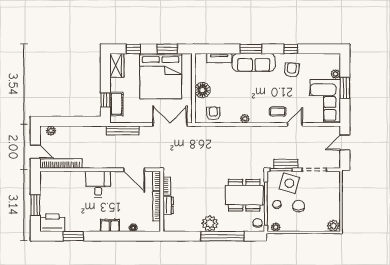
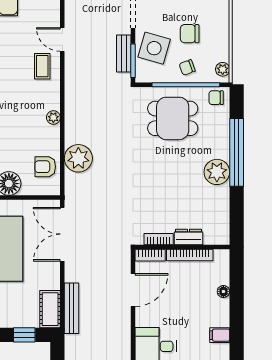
cot: (116, 104) -> (50, 309), moved, turned 90
plant: (219, 135) -> (78, 158), added
dining table: (244, 195) -> (173, 118), width x0.73
filing cabinet: (110, 225) -> (220, 335), width x0.50

